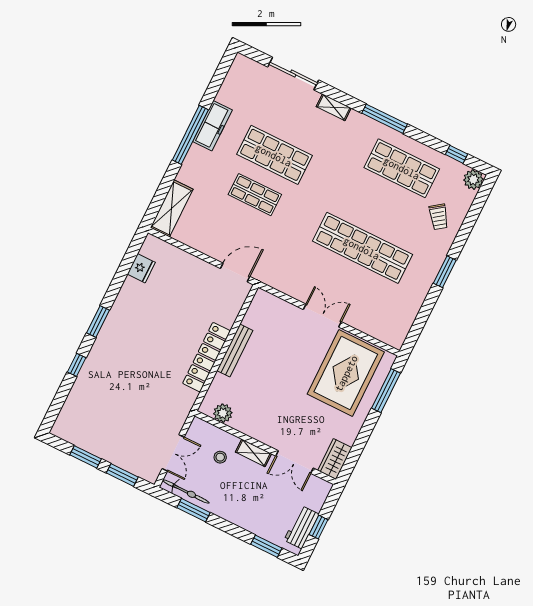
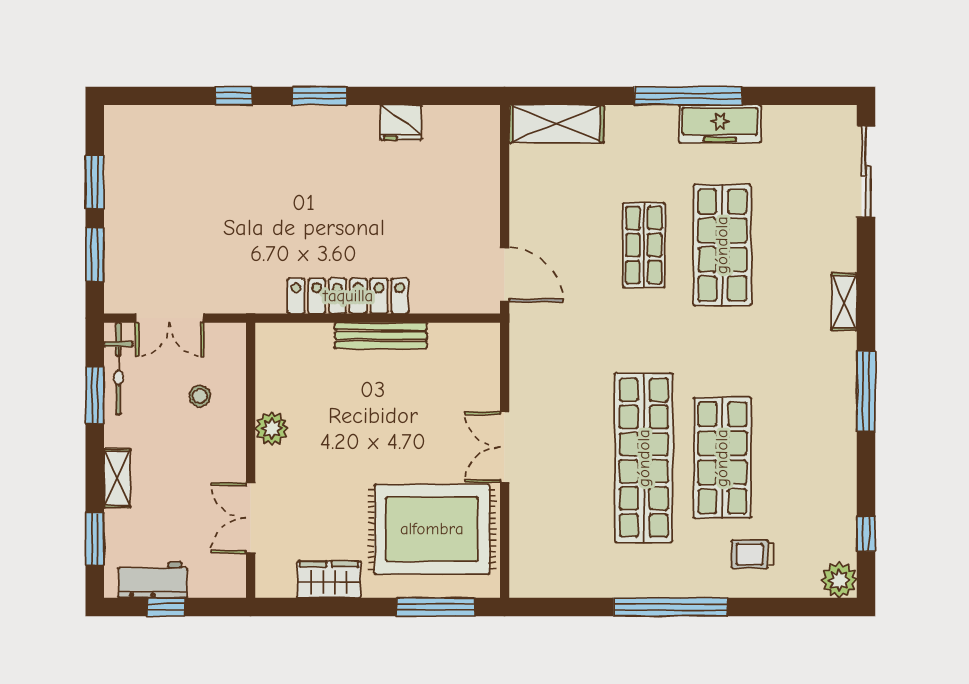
sliding door: (293, 74) -> (866, 171), moved
shop shelf: (402, 168) -> (722, 458), moved
trolley: (439, 217) -> (753, 554), turned 36
fridge: (141, 268) -> (401, 123), moved
window: (445, 272) -> (670, 607), width x2.11
double door: (322, 316) -> (505, 447), swing flipped
plant: (223, 413) -> (272, 428), moved
shelving: (253, 453) -> (117, 478), moved
wardrobe: (335, 459) -> (329, 579), moved

